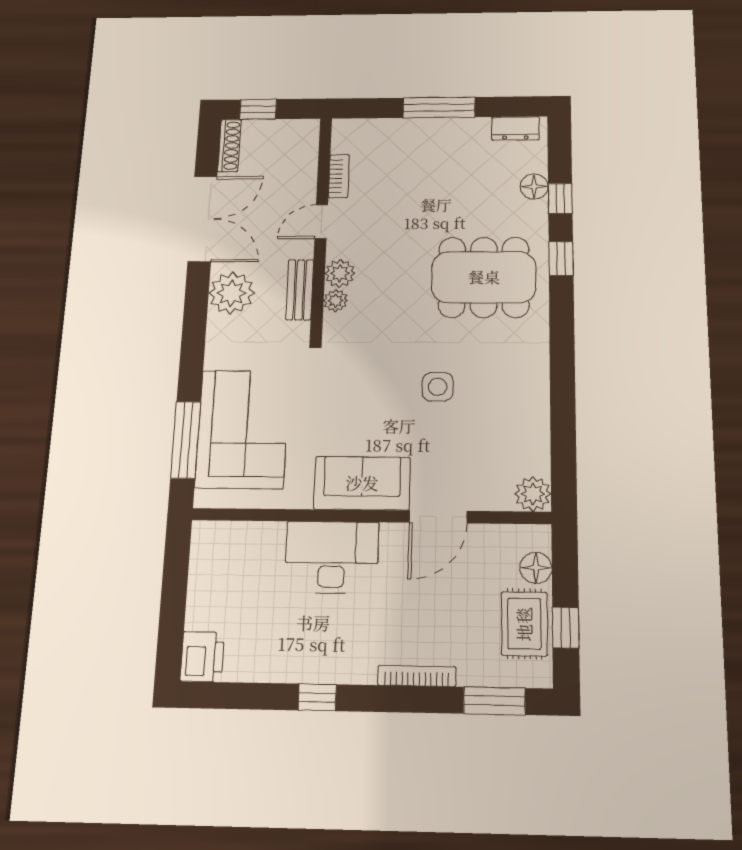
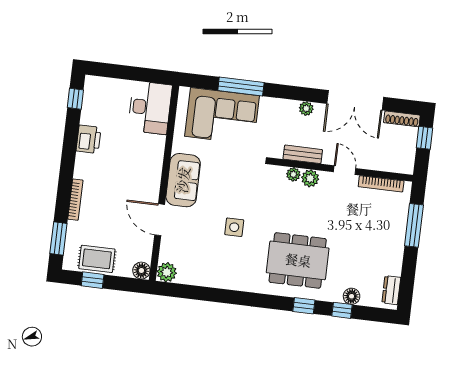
window: (439, 107) -> (414, 225), moved
bookcase: (339, 176) -> (381, 184), width x1.56
dining table: (484, 277) -> (298, 260), turned 90
plant: (231, 293) -> (306, 108), width x0.53, depth x0.53
window: (186, 440) -> (241, 86), moved
desk: (332, 557) -> (150, 108), moved
floor lamp: (536, 568) -> (141, 271), moved
printer: (202, 657) -> (89, 139), moved, turned -90
window: (317, 697) -> (75, 99), moved

